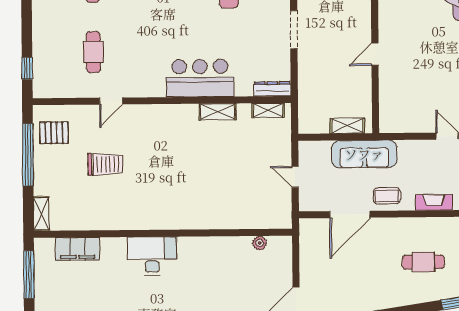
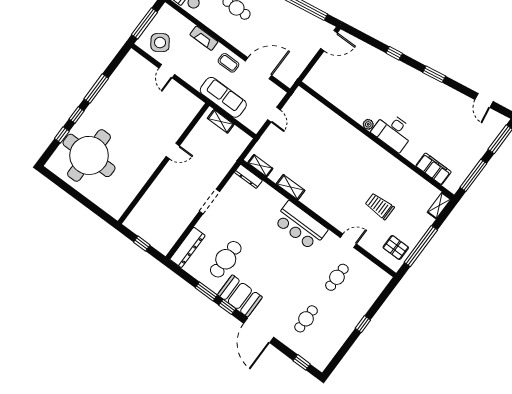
window: (27, 68) -> (363, 324), moved
bar counter: (200, 78) -> (300, 225), moved
plant: (260, 243) -> (368, 124), moved

